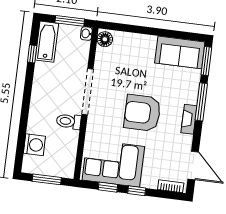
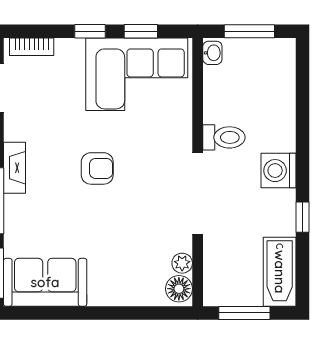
washbasin: (86, 34) -> (212, 53), moved
plant: (101, 53) -> (182, 263), added
window: (32, 54) -> (303, 217), moved
armchair: (142, 113) -> (97, 168), width x0.53, depth x0.53
washing machine: (34, 145) -> (279, 171), moved

